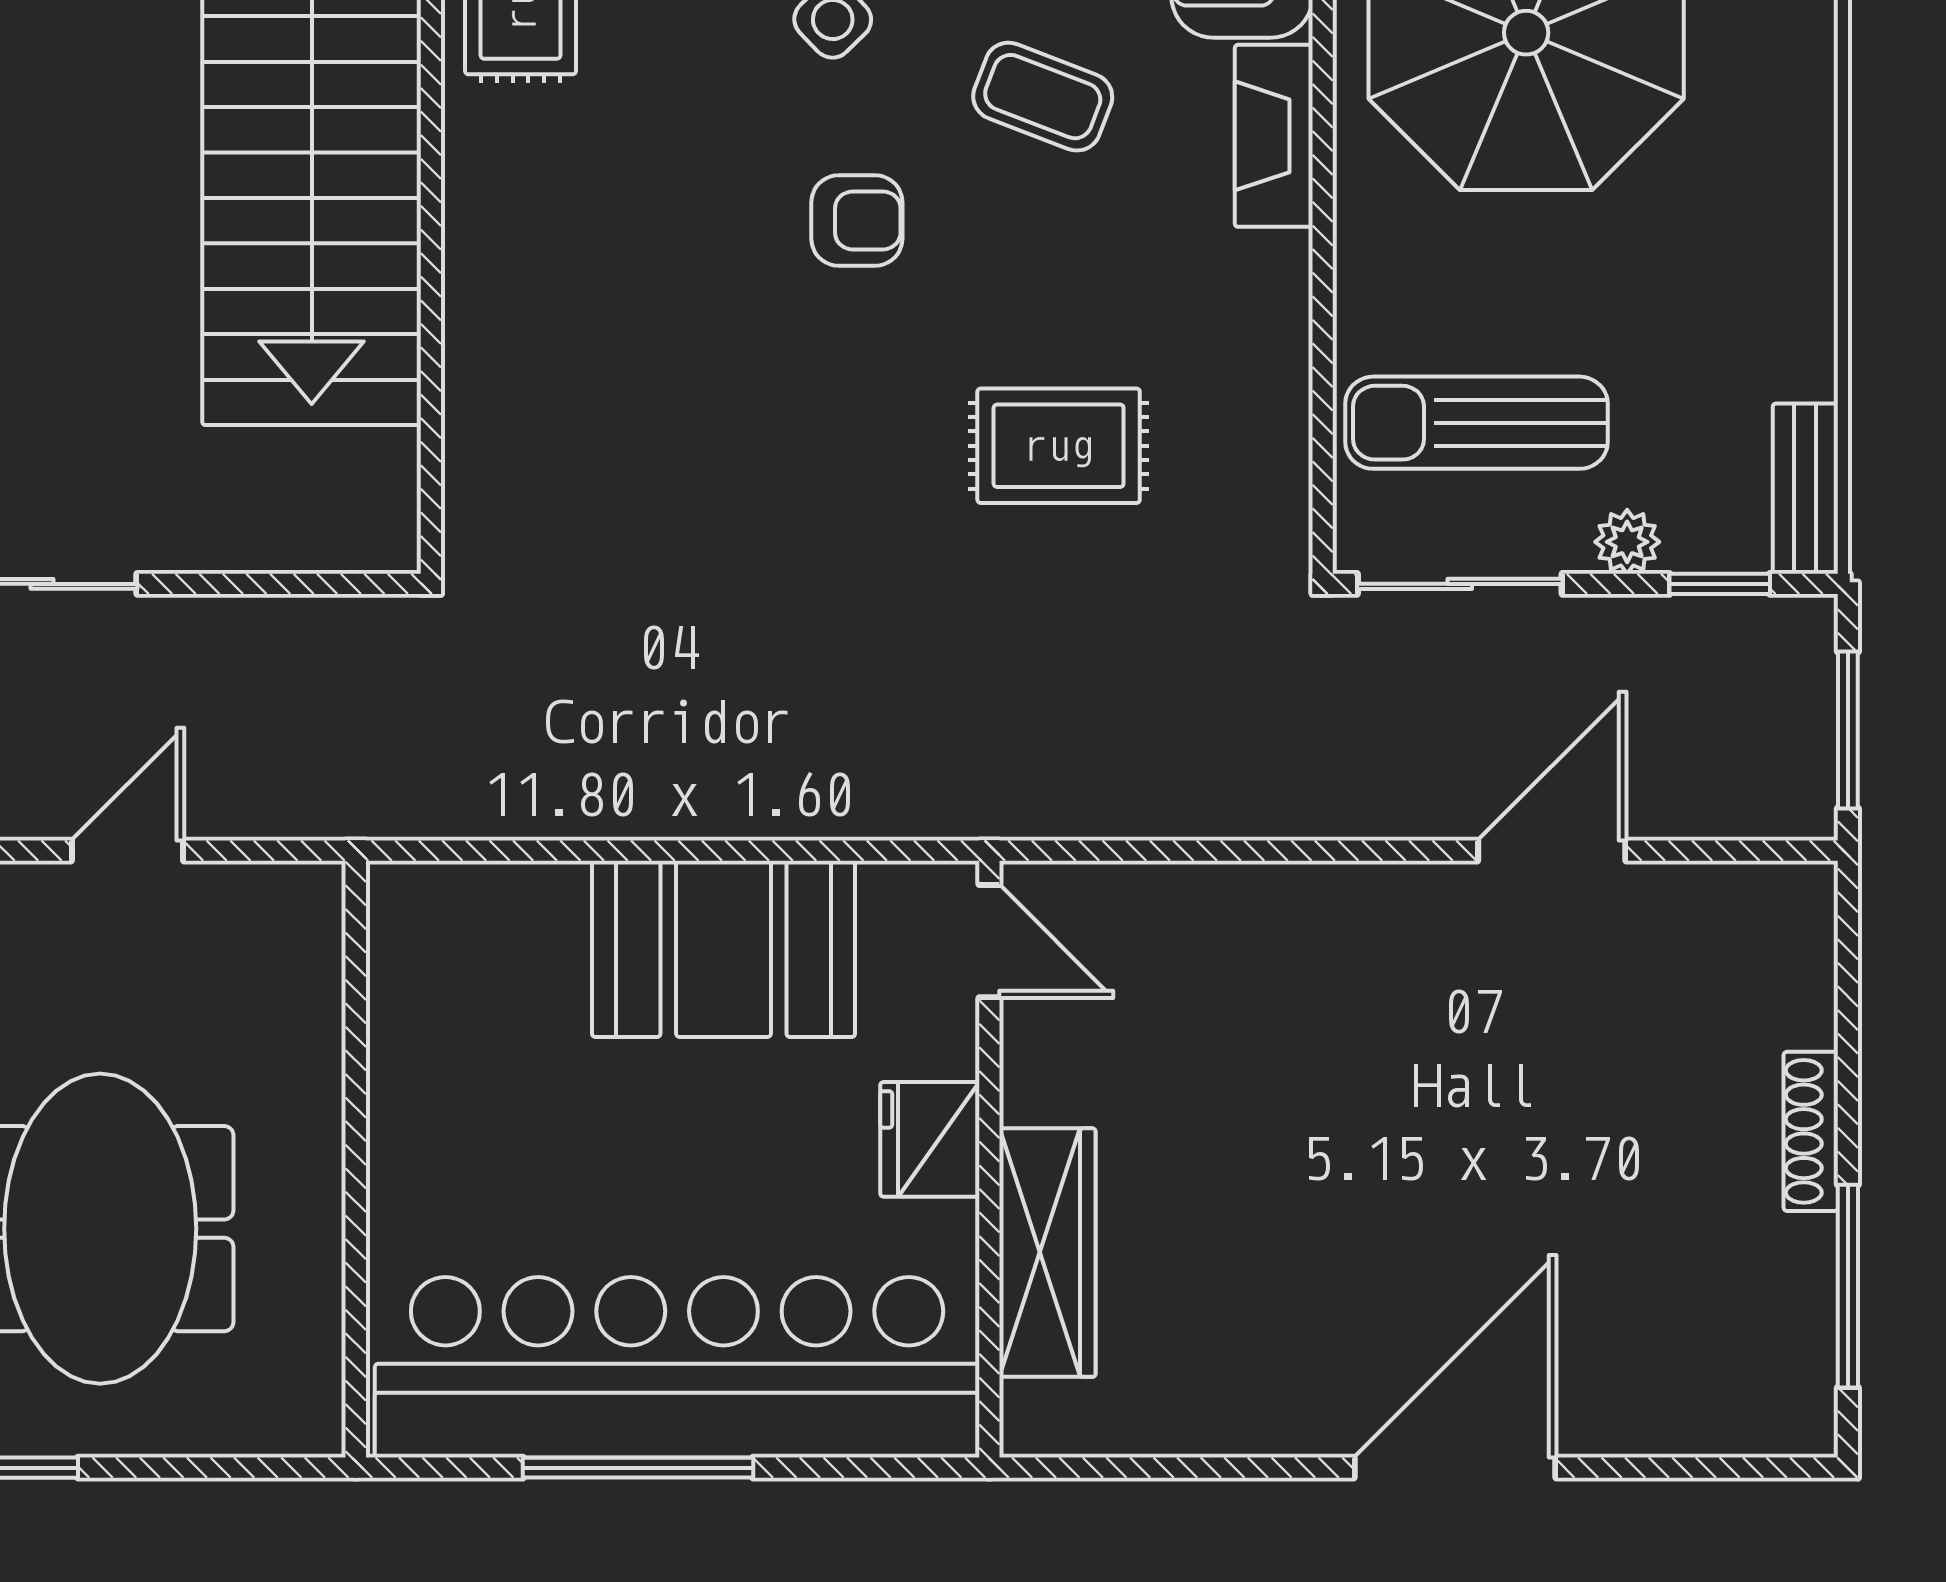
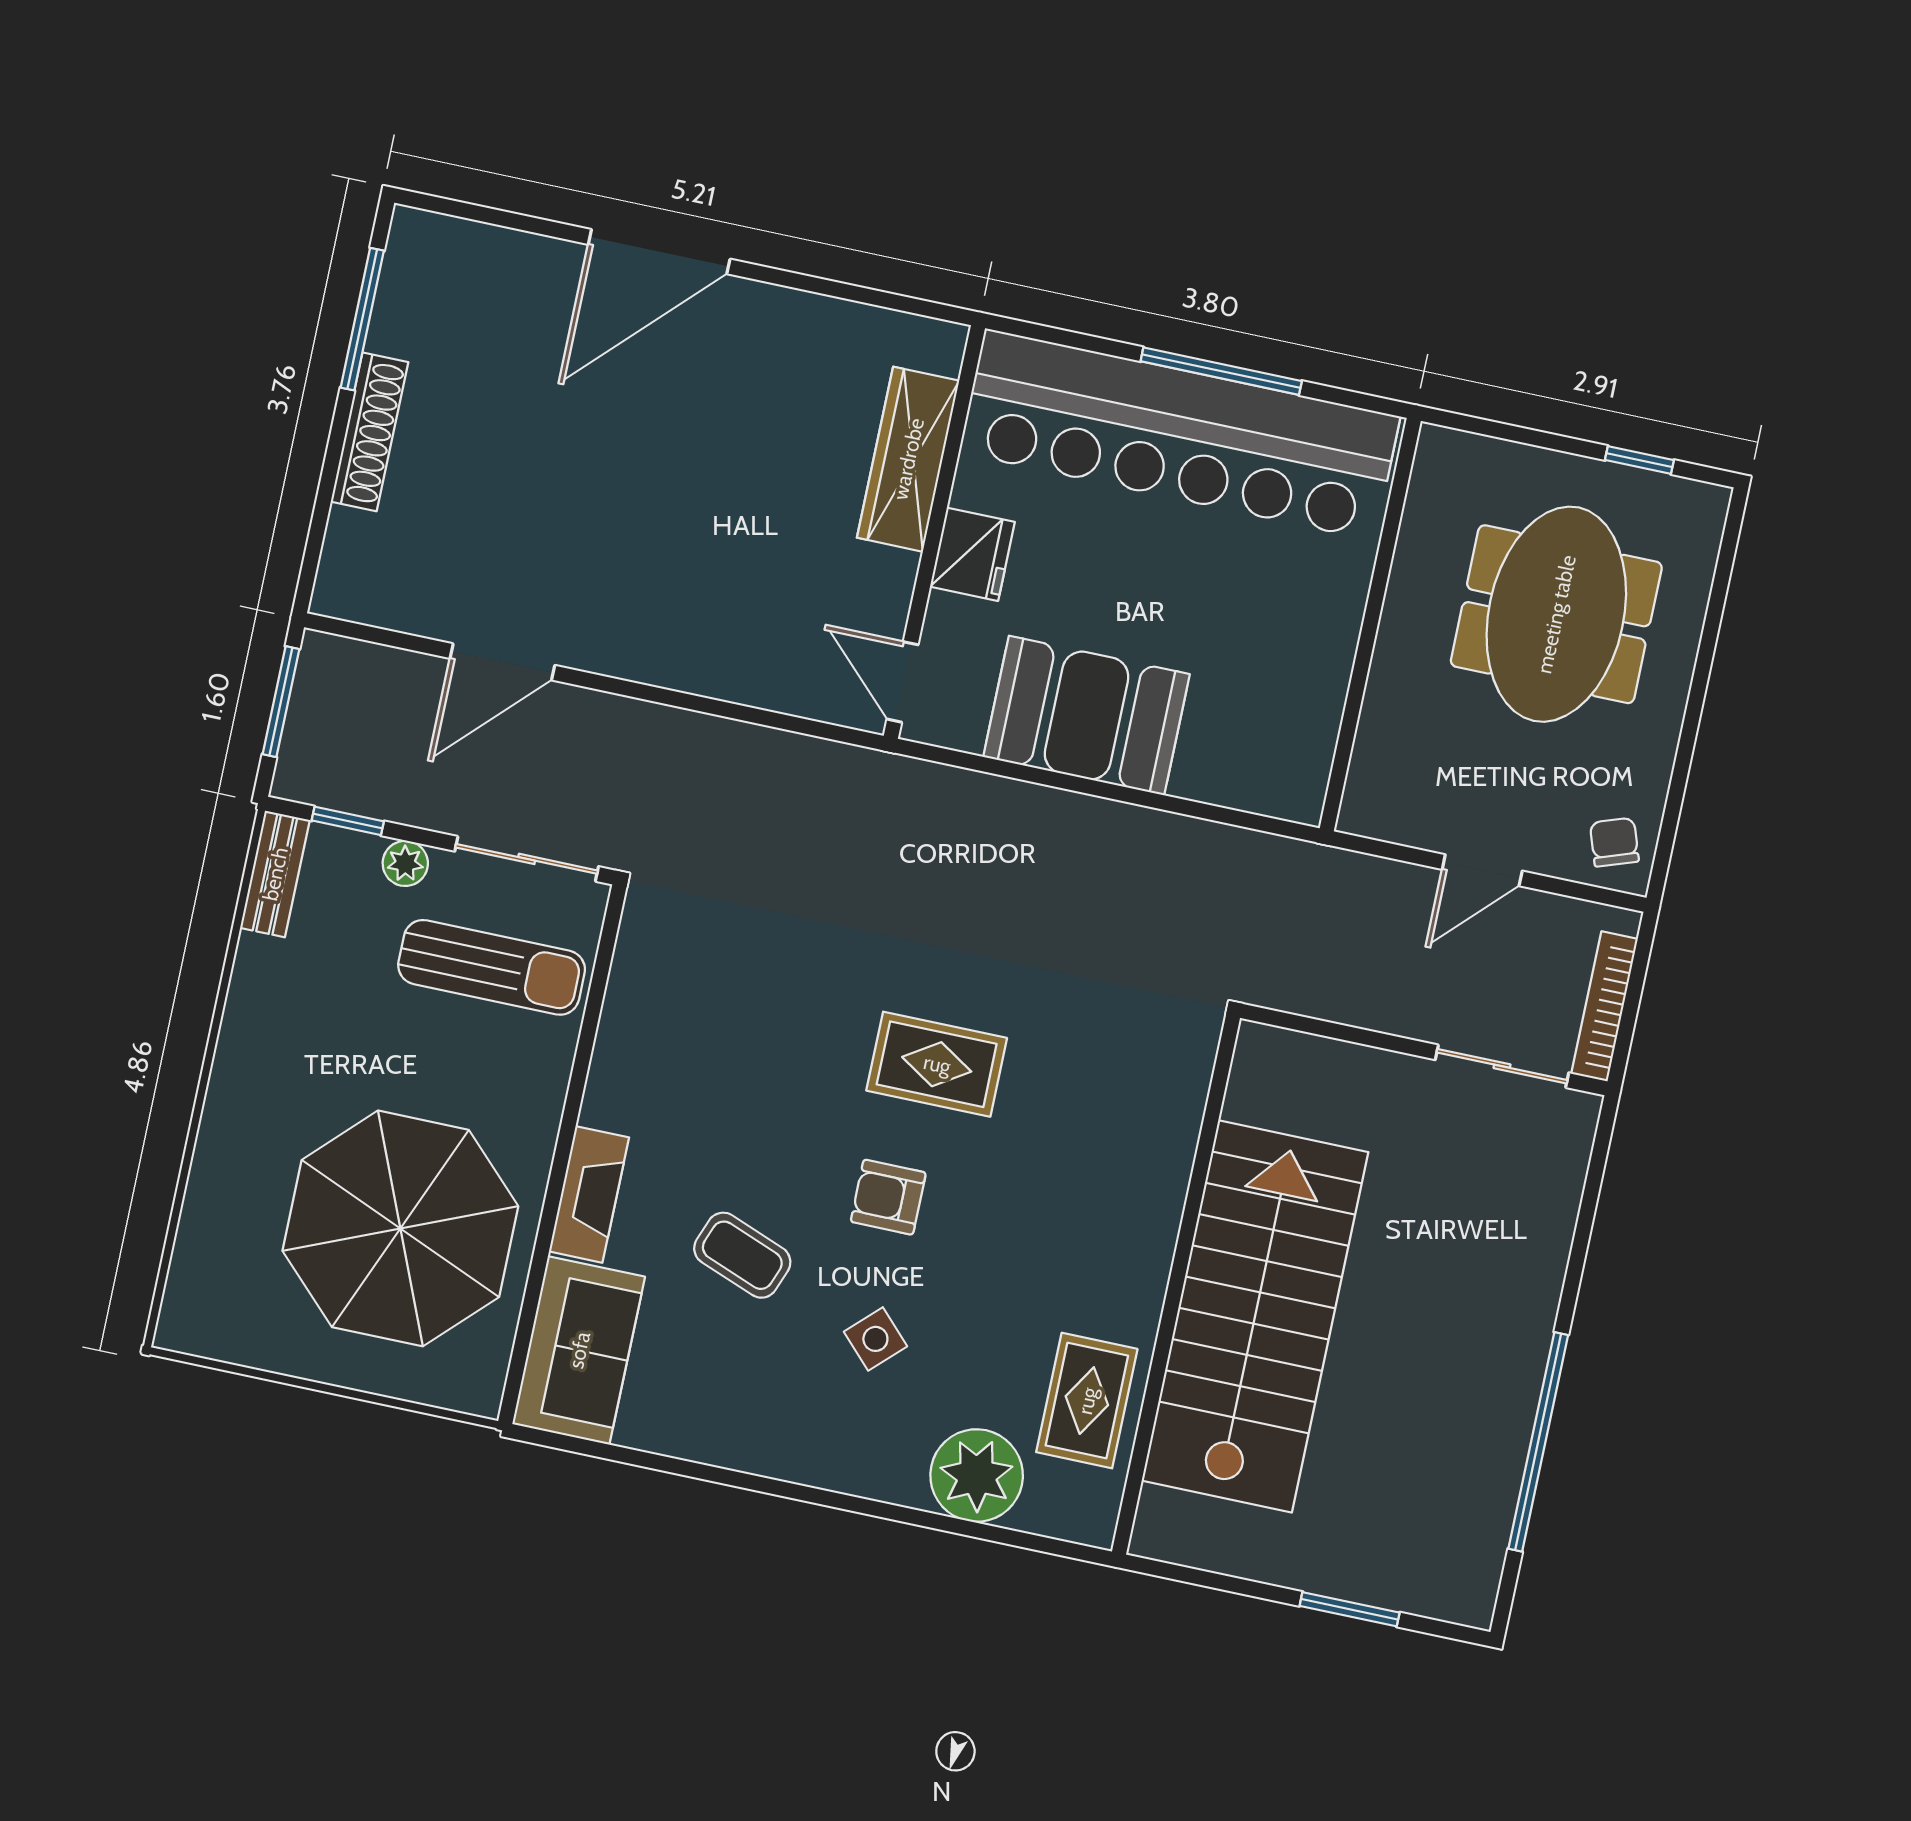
rug: (1059, 446) -> (937, 1064), moved
shoe rack: (1811, 1131) -> (370, 432), width x1.36, depth x1.24

